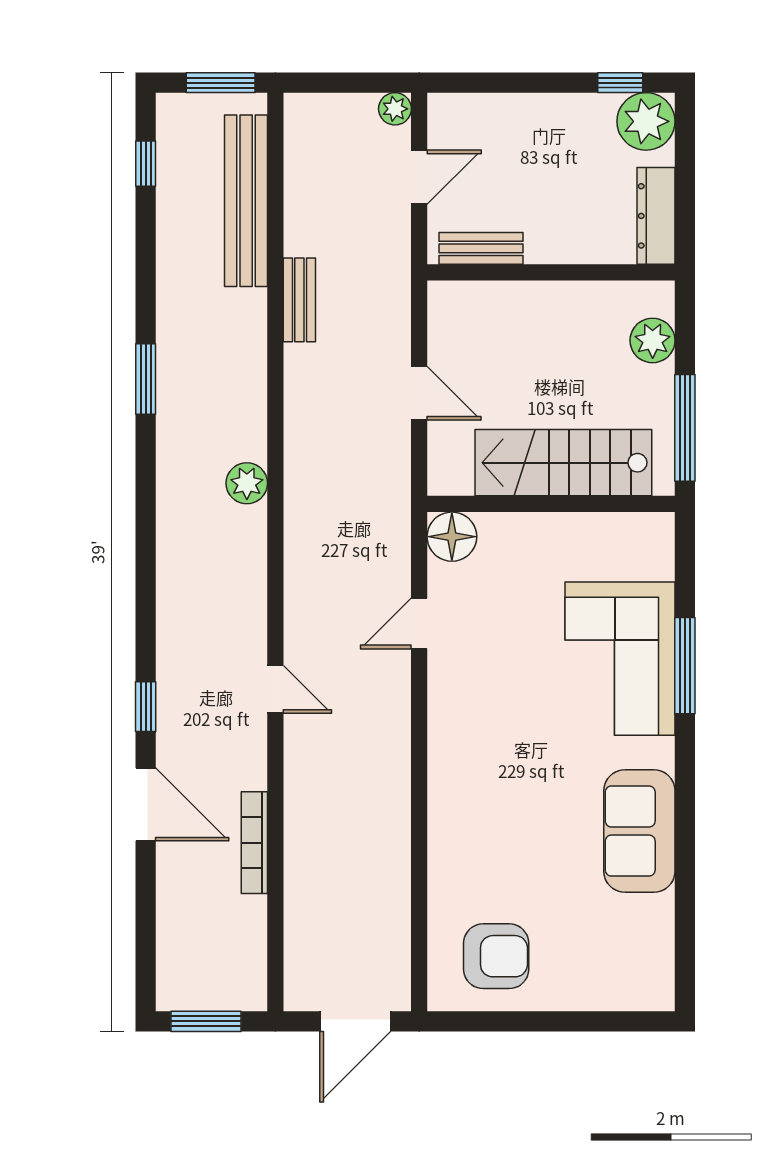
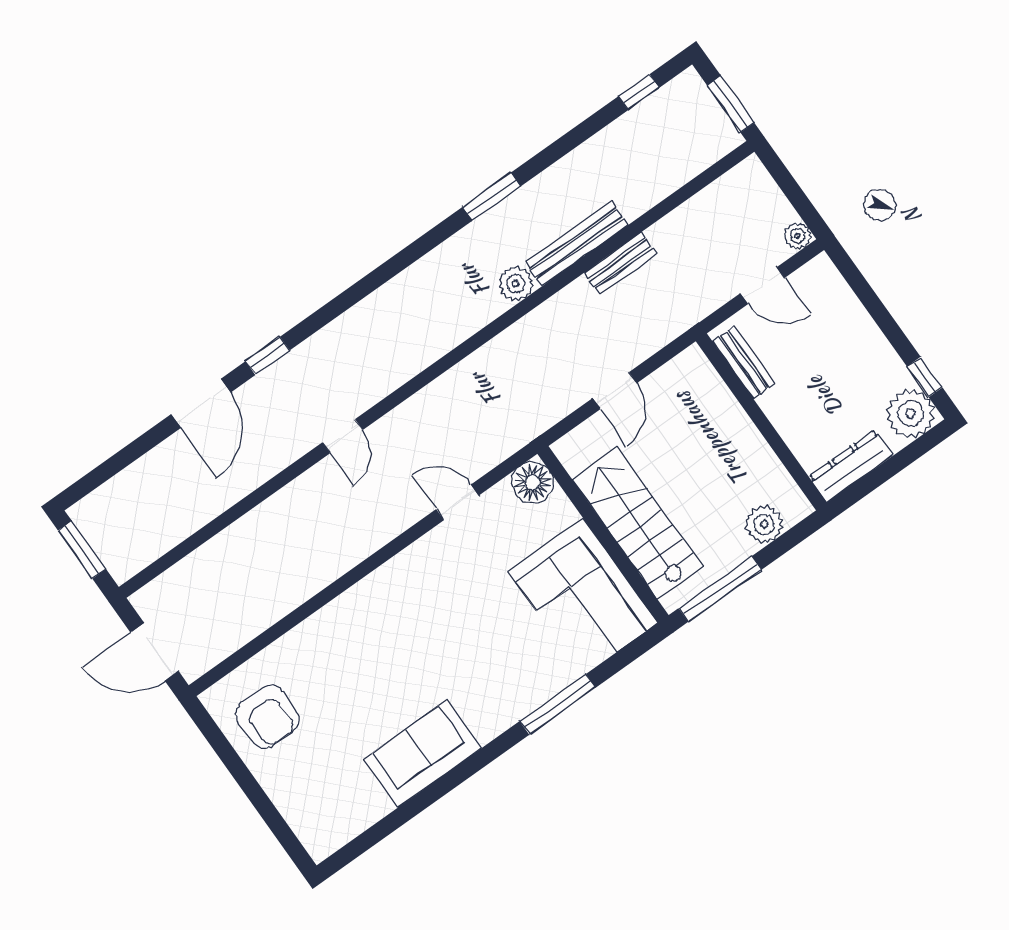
bench: (246, 201) -> (576, 244), moved, width x0.73, depth x0.82
plant: (247, 483) -> (516, 284), moved
corner sofa: (620, 659) -> (583, 597), moved, turned -90
bookcase: (254, 843) -> (228, 496), removed

